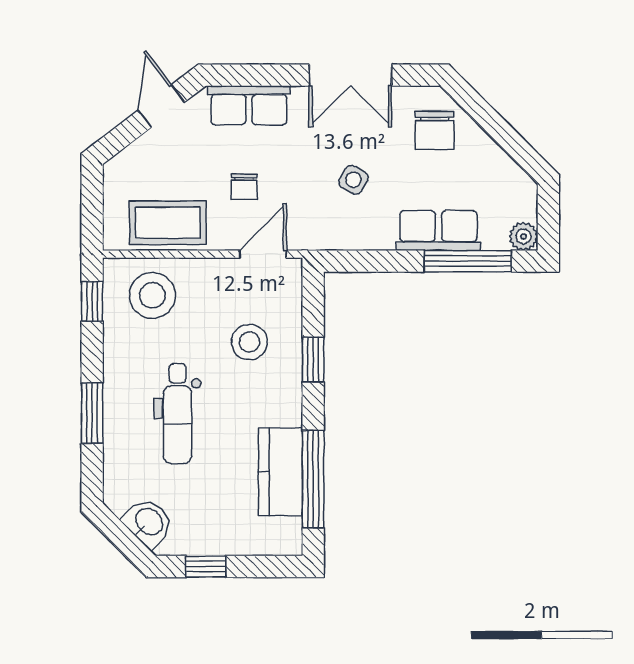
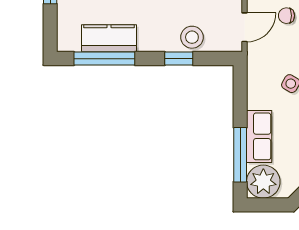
plant: (524, 236) -> (263, 182), width x1.88, depth x1.88
door: (263, 254) -> (244, 27), hinge flipped
stool: (249, 342) -> (192, 37), moved

